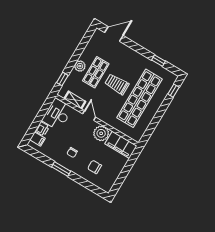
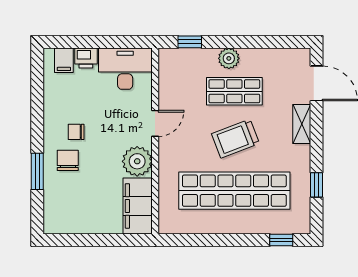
trolley: (117, 84) -> (235, 139), turned -111
shelving: (75, 100) -> (302, 124), moved
chair: (95, 167) -> (68, 160), moved
window: (61, 169) -> (37, 171), moved

